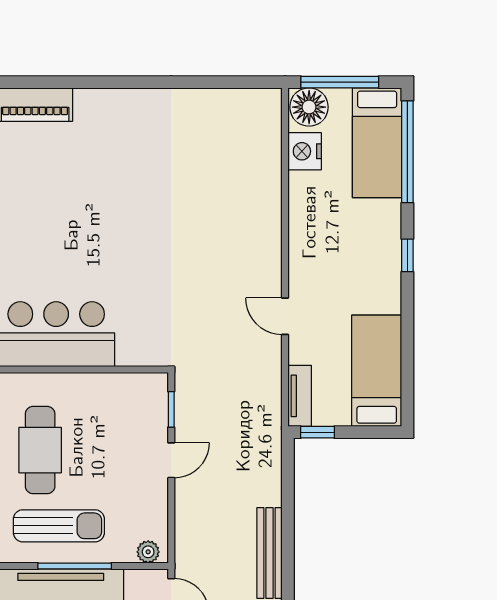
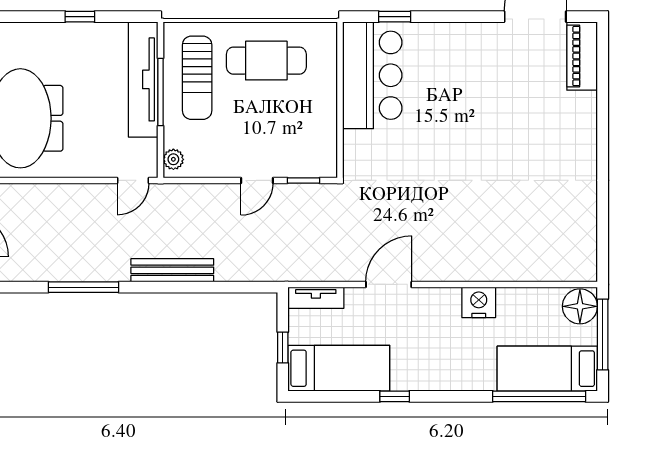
nightstand: (305, 151) -> (479, 302), moved
window: (407, 255) -> (395, 396), moved
door: (285, 316) -> (389, 284), width x1.37
window: (317, 432) -> (283, 347), moved
door: (171, 460) -> (257, 180), hinge flipped

